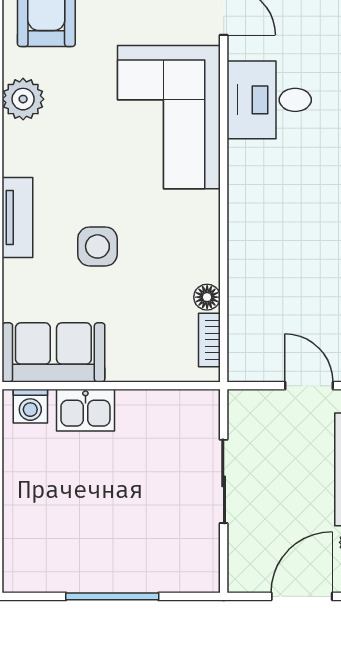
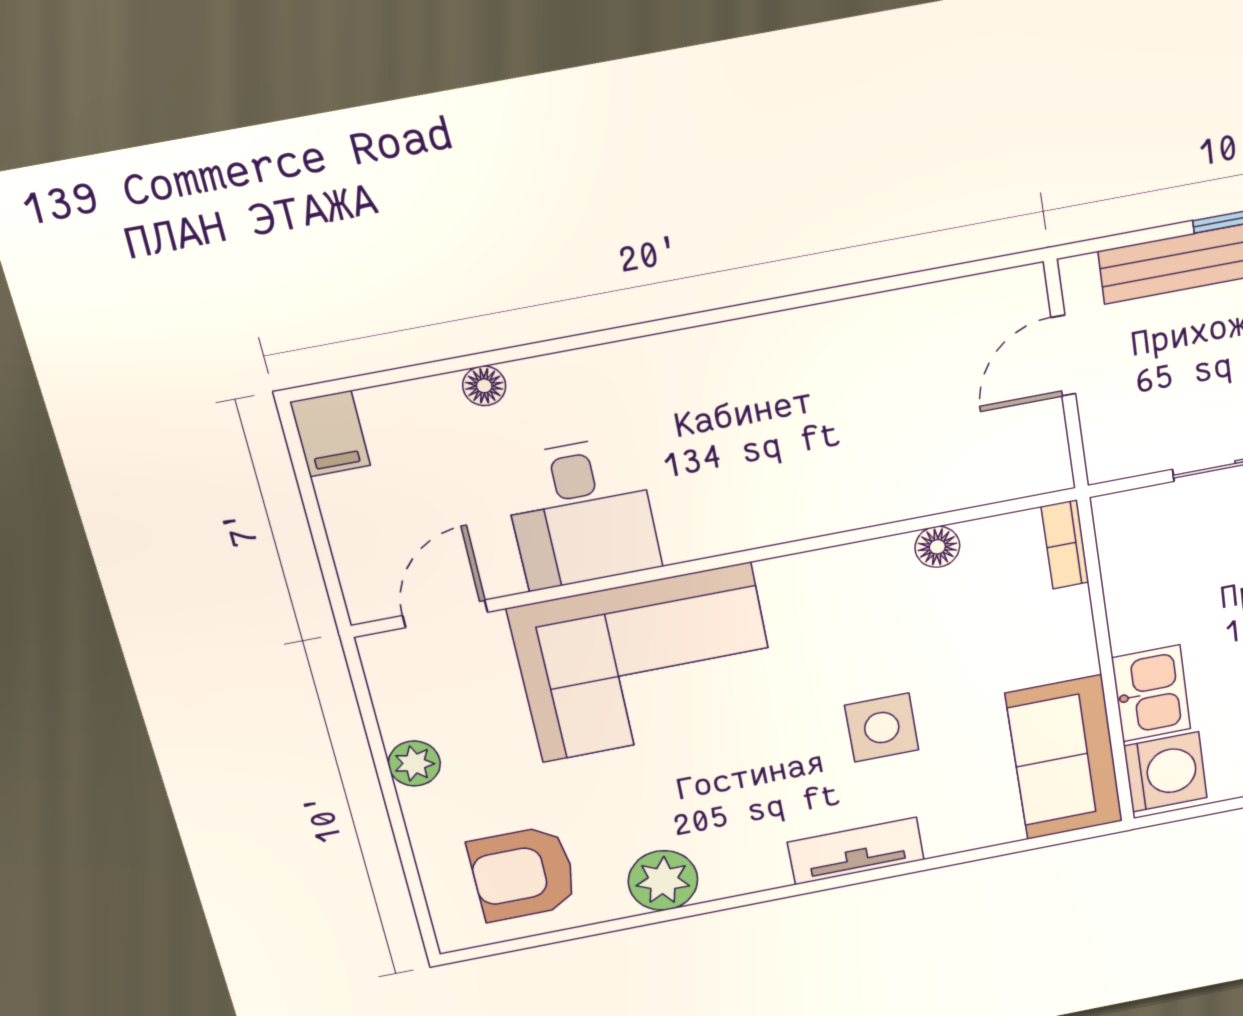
bookcase: (209, 340) -> (1065, 544), moved, turned 90
washing machine: (30, 406) -> (1165, 772), width x1.38, depth x1.38

